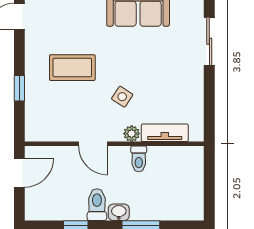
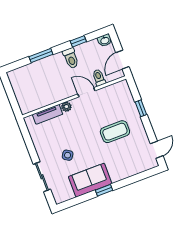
side table: (122, 97) -> (68, 155), moved
toilet: (139, 159) -> (99, 78), moved
washbasin: (119, 212) -> (105, 40), moved

